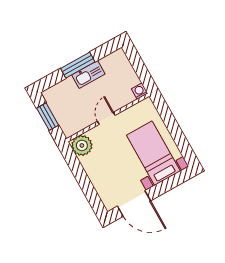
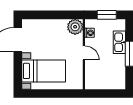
kitchen sink: (88, 74) -> (119, 42), moved
washing machine: (140, 91) -> (90, 33), moved

